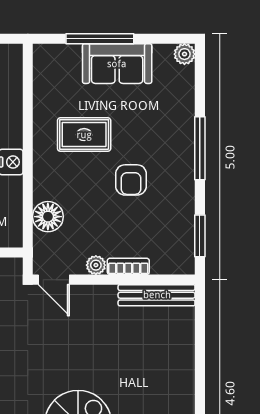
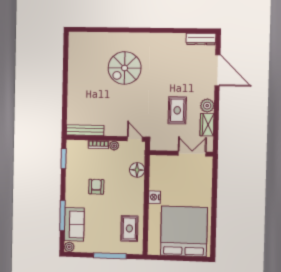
sofa: (117, 64) -> (74, 224), moved, turned 90
rug: (84, 135) -> (129, 228), moved, turned 90
window: (200, 148) -> (62, 216), moved

